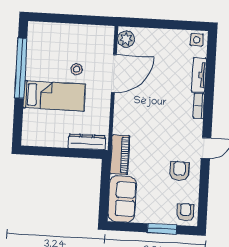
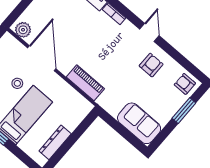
dresser: (87, 142) -> (55, 142), moved
piano: (120, 155) -> (85, 83), moved
armchair: (179, 171) -> (151, 65), turned 90

